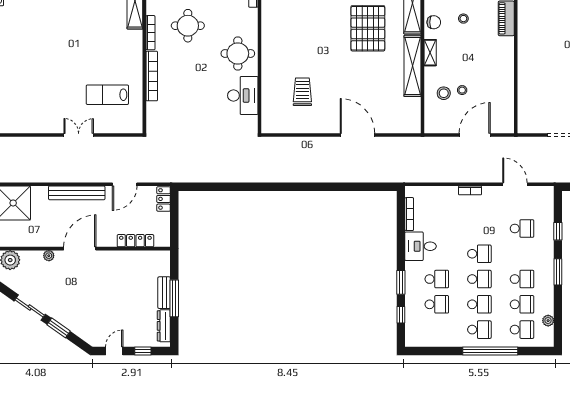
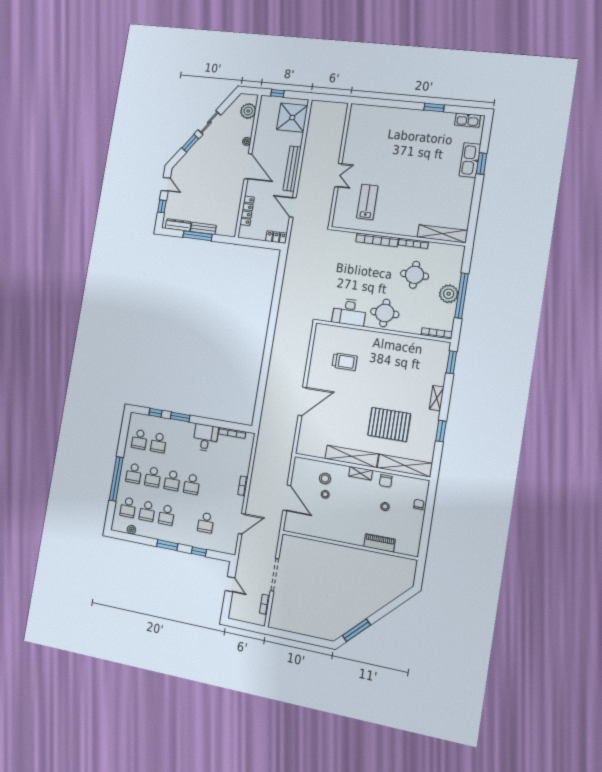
school desk: (437, 279) -> (139, 439), moved

